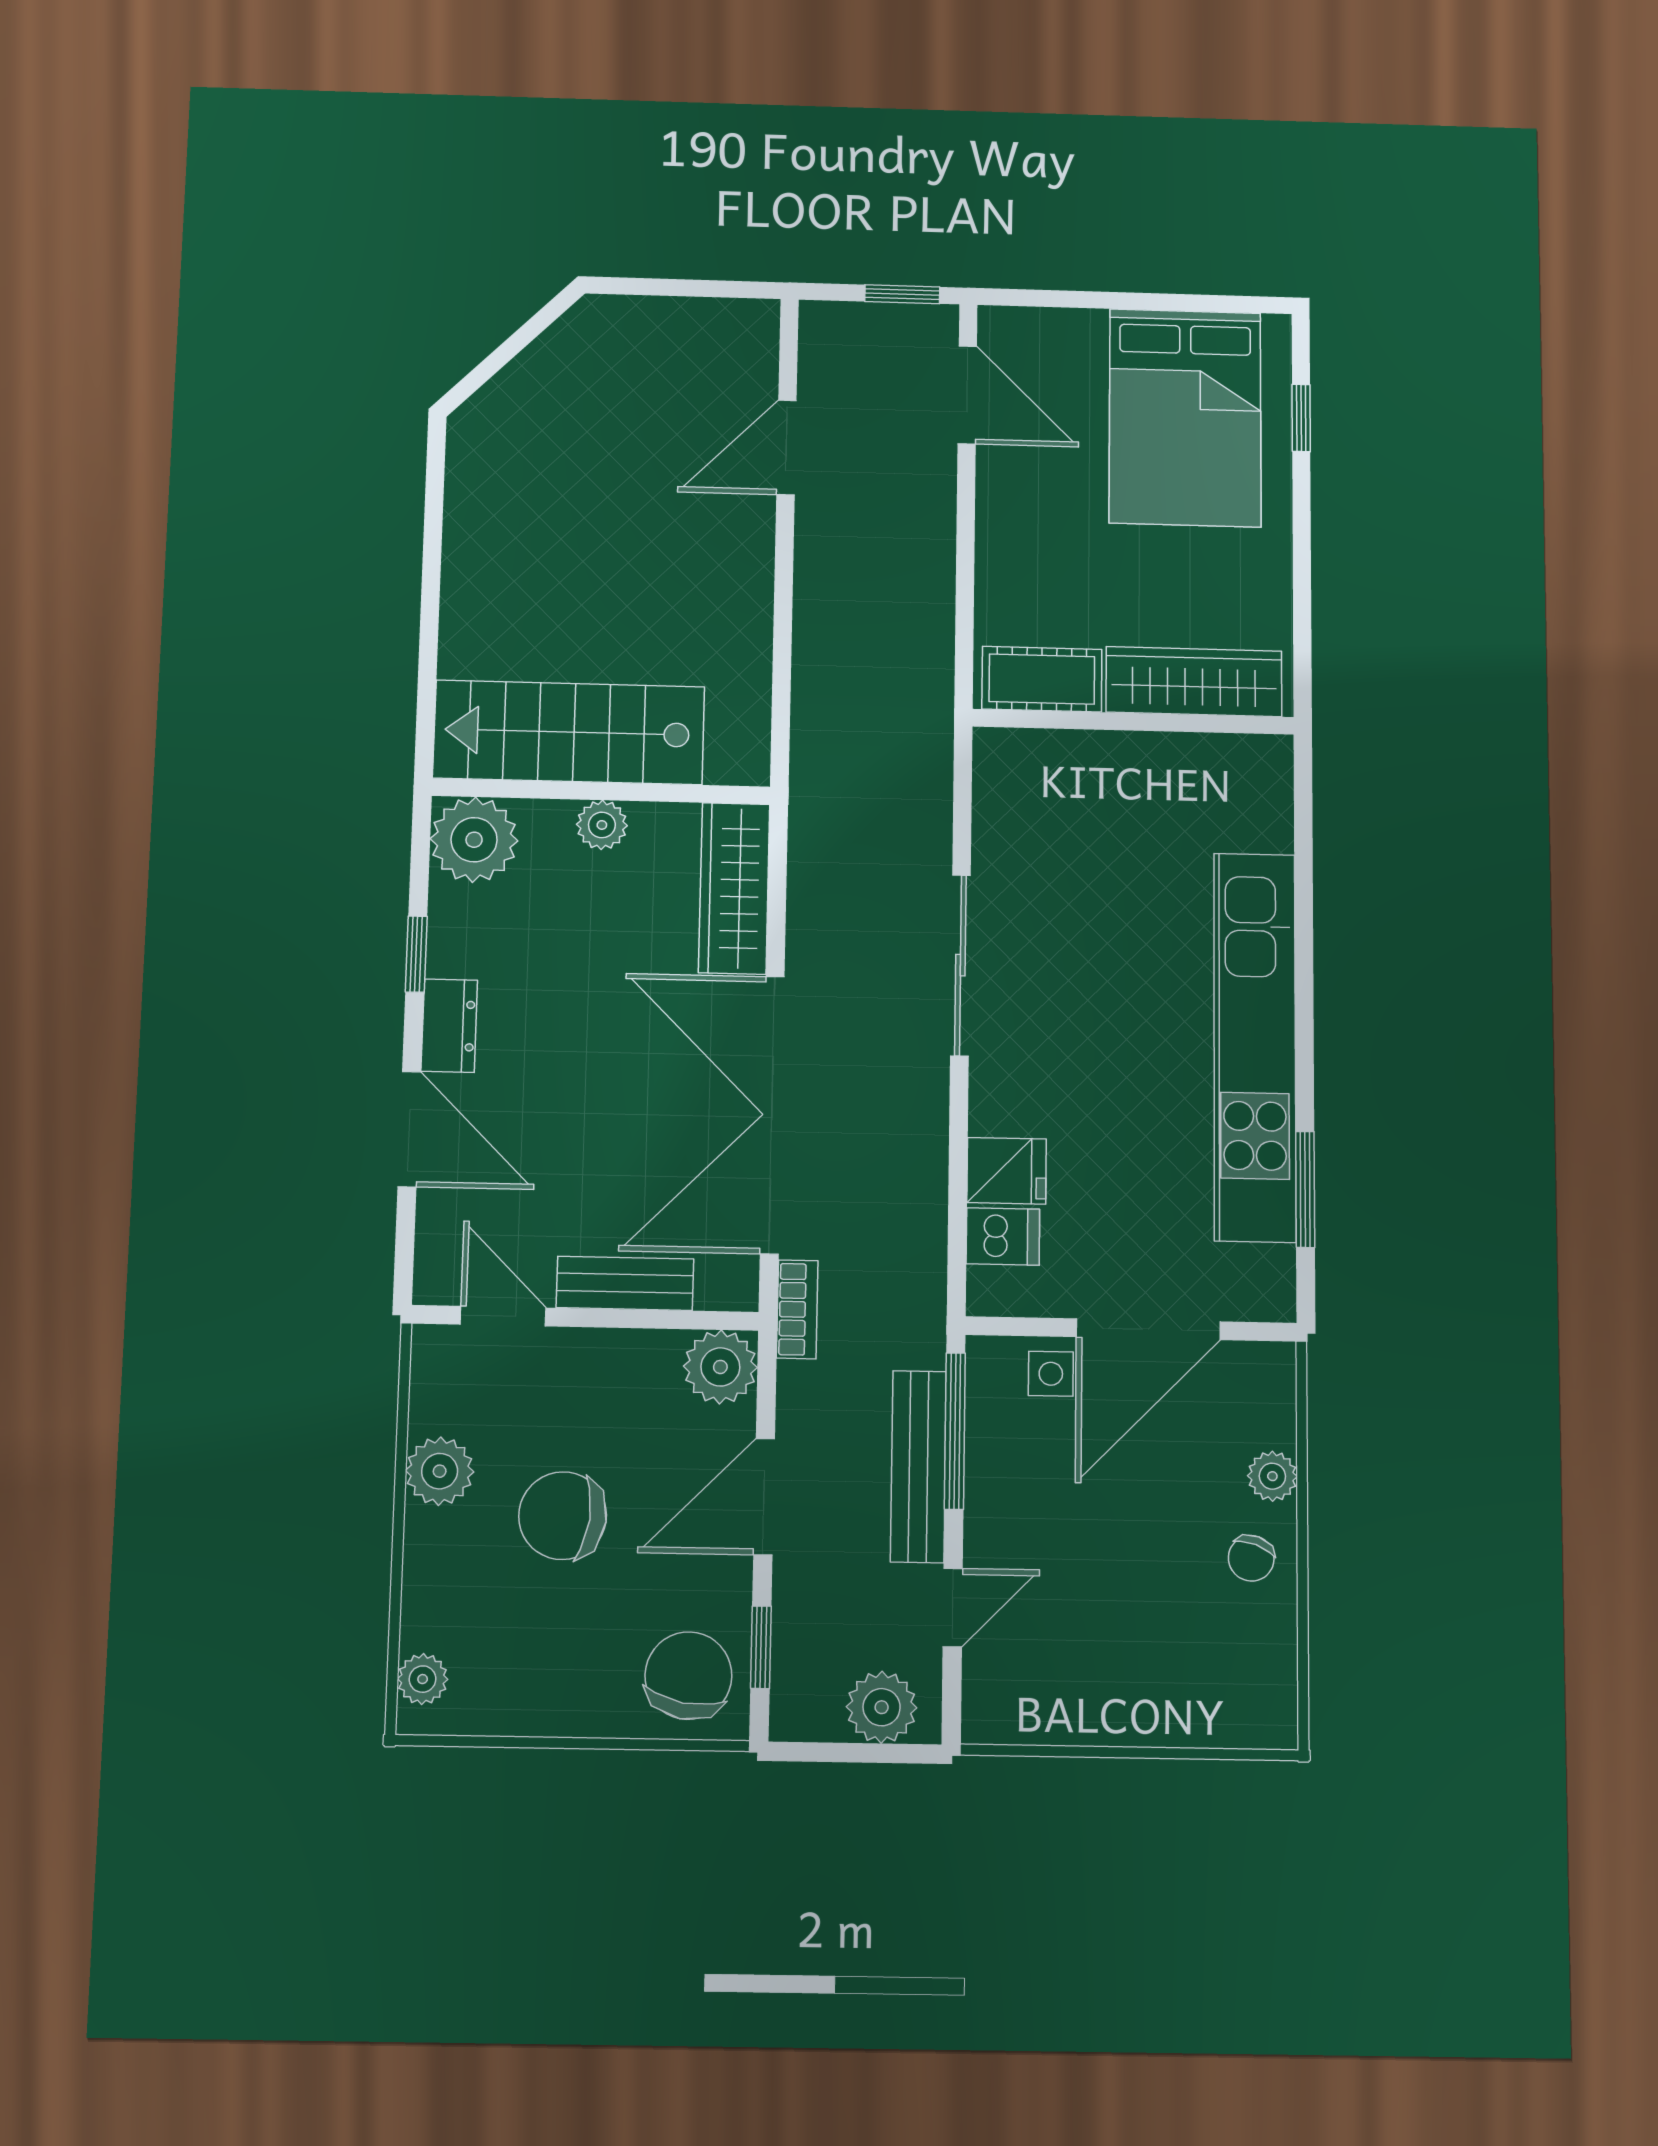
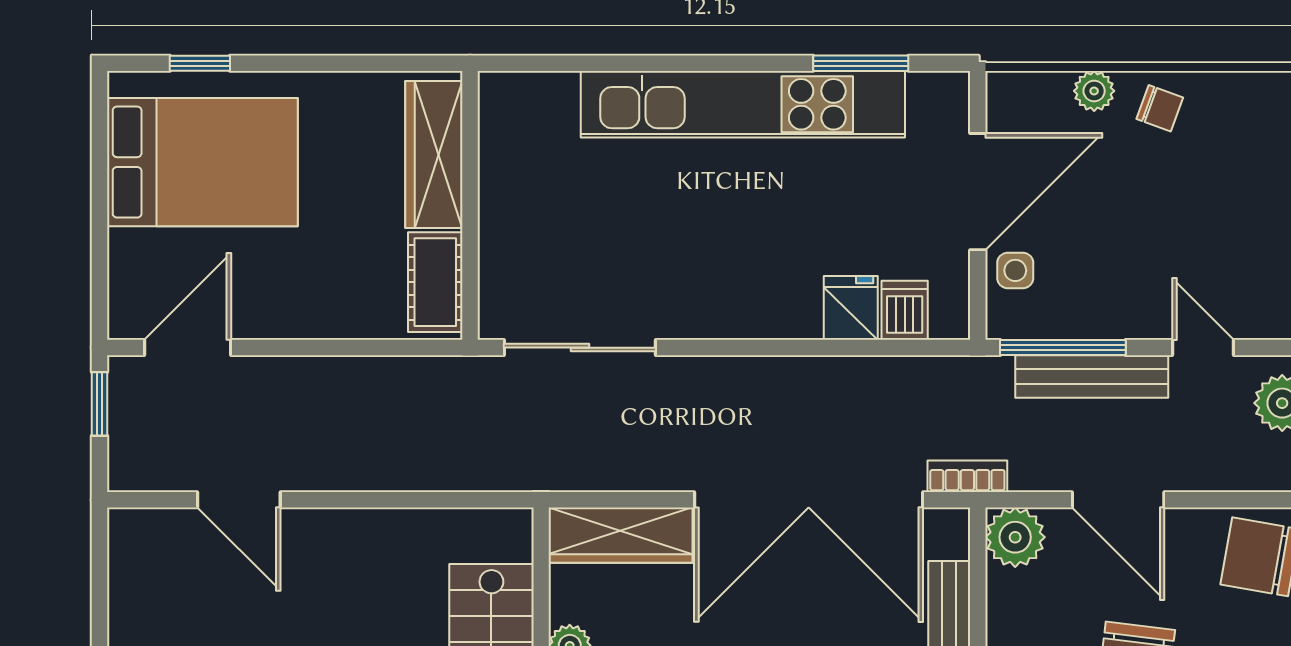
sliding door: (960, 965) -> (580, 348), moved
door: (1148, 1329) -> (978, 192), hinge flipped
window: (761, 1647) -> (1237, 500), removed

